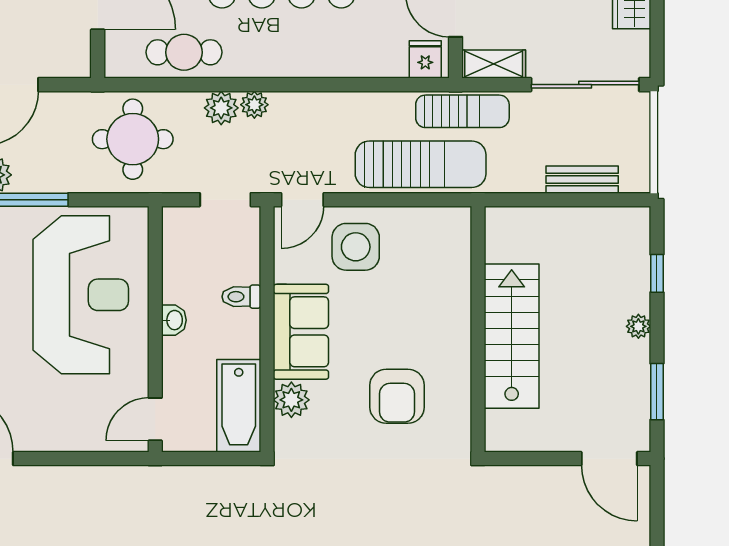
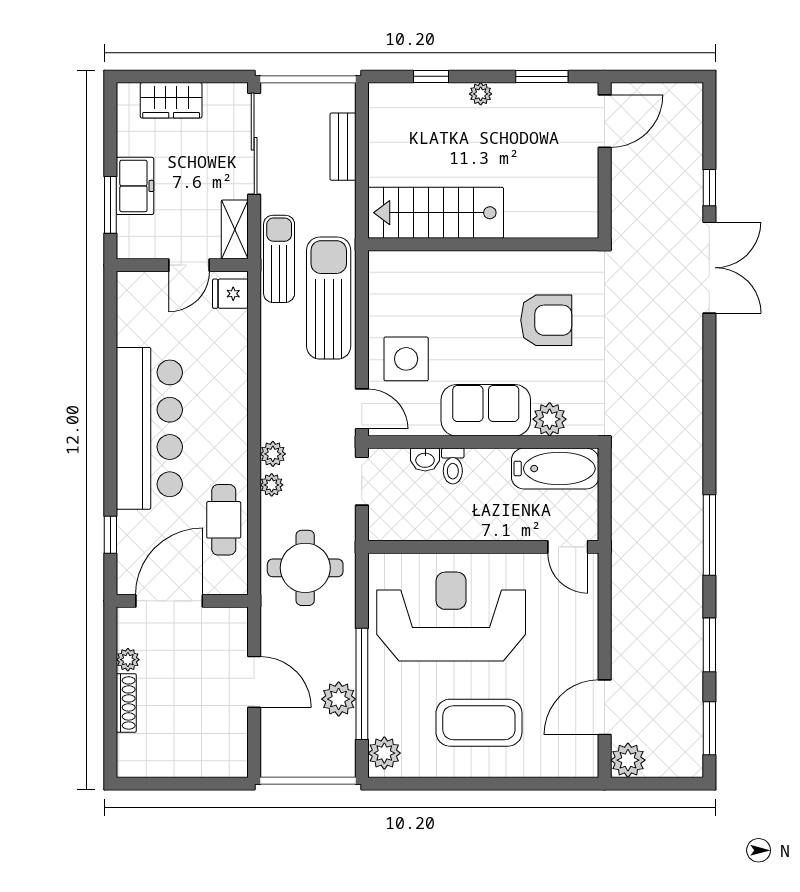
plant: (221, 108) -> (272, 485), width x0.73, depth x0.73
washbasin: (174, 320) -> (425, 460), moved, turned 180
stairs: (512, 336) -> (436, 213), moved

